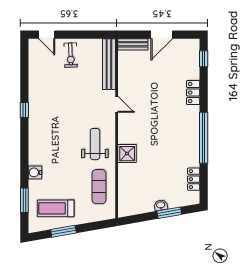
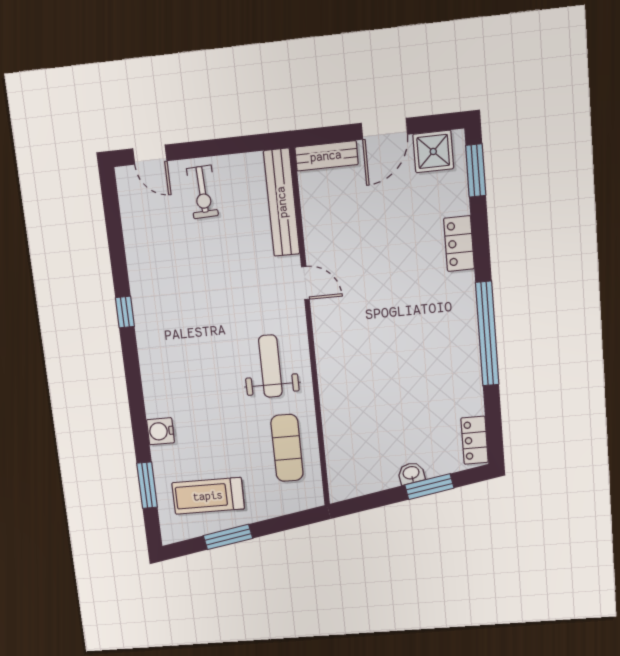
window: (204, 59) -> (476, 170), width x1.50
shower: (127, 154) -> (433, 151), moved
locker: (194, 179) -> (474, 440), moved

